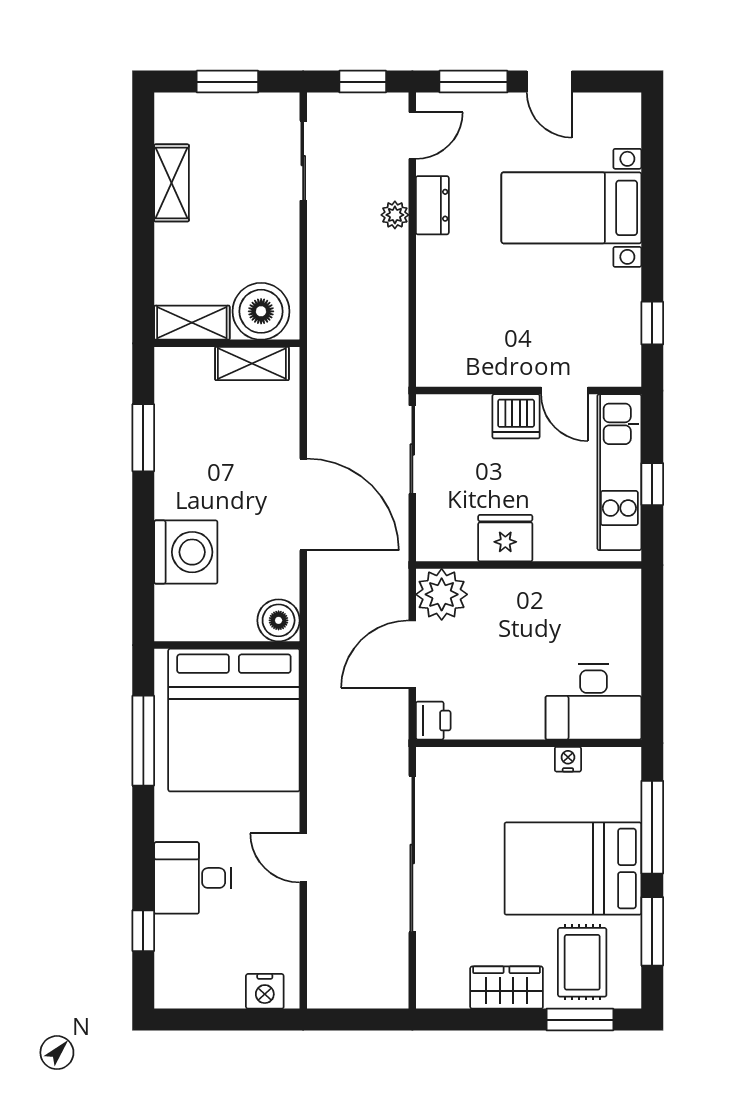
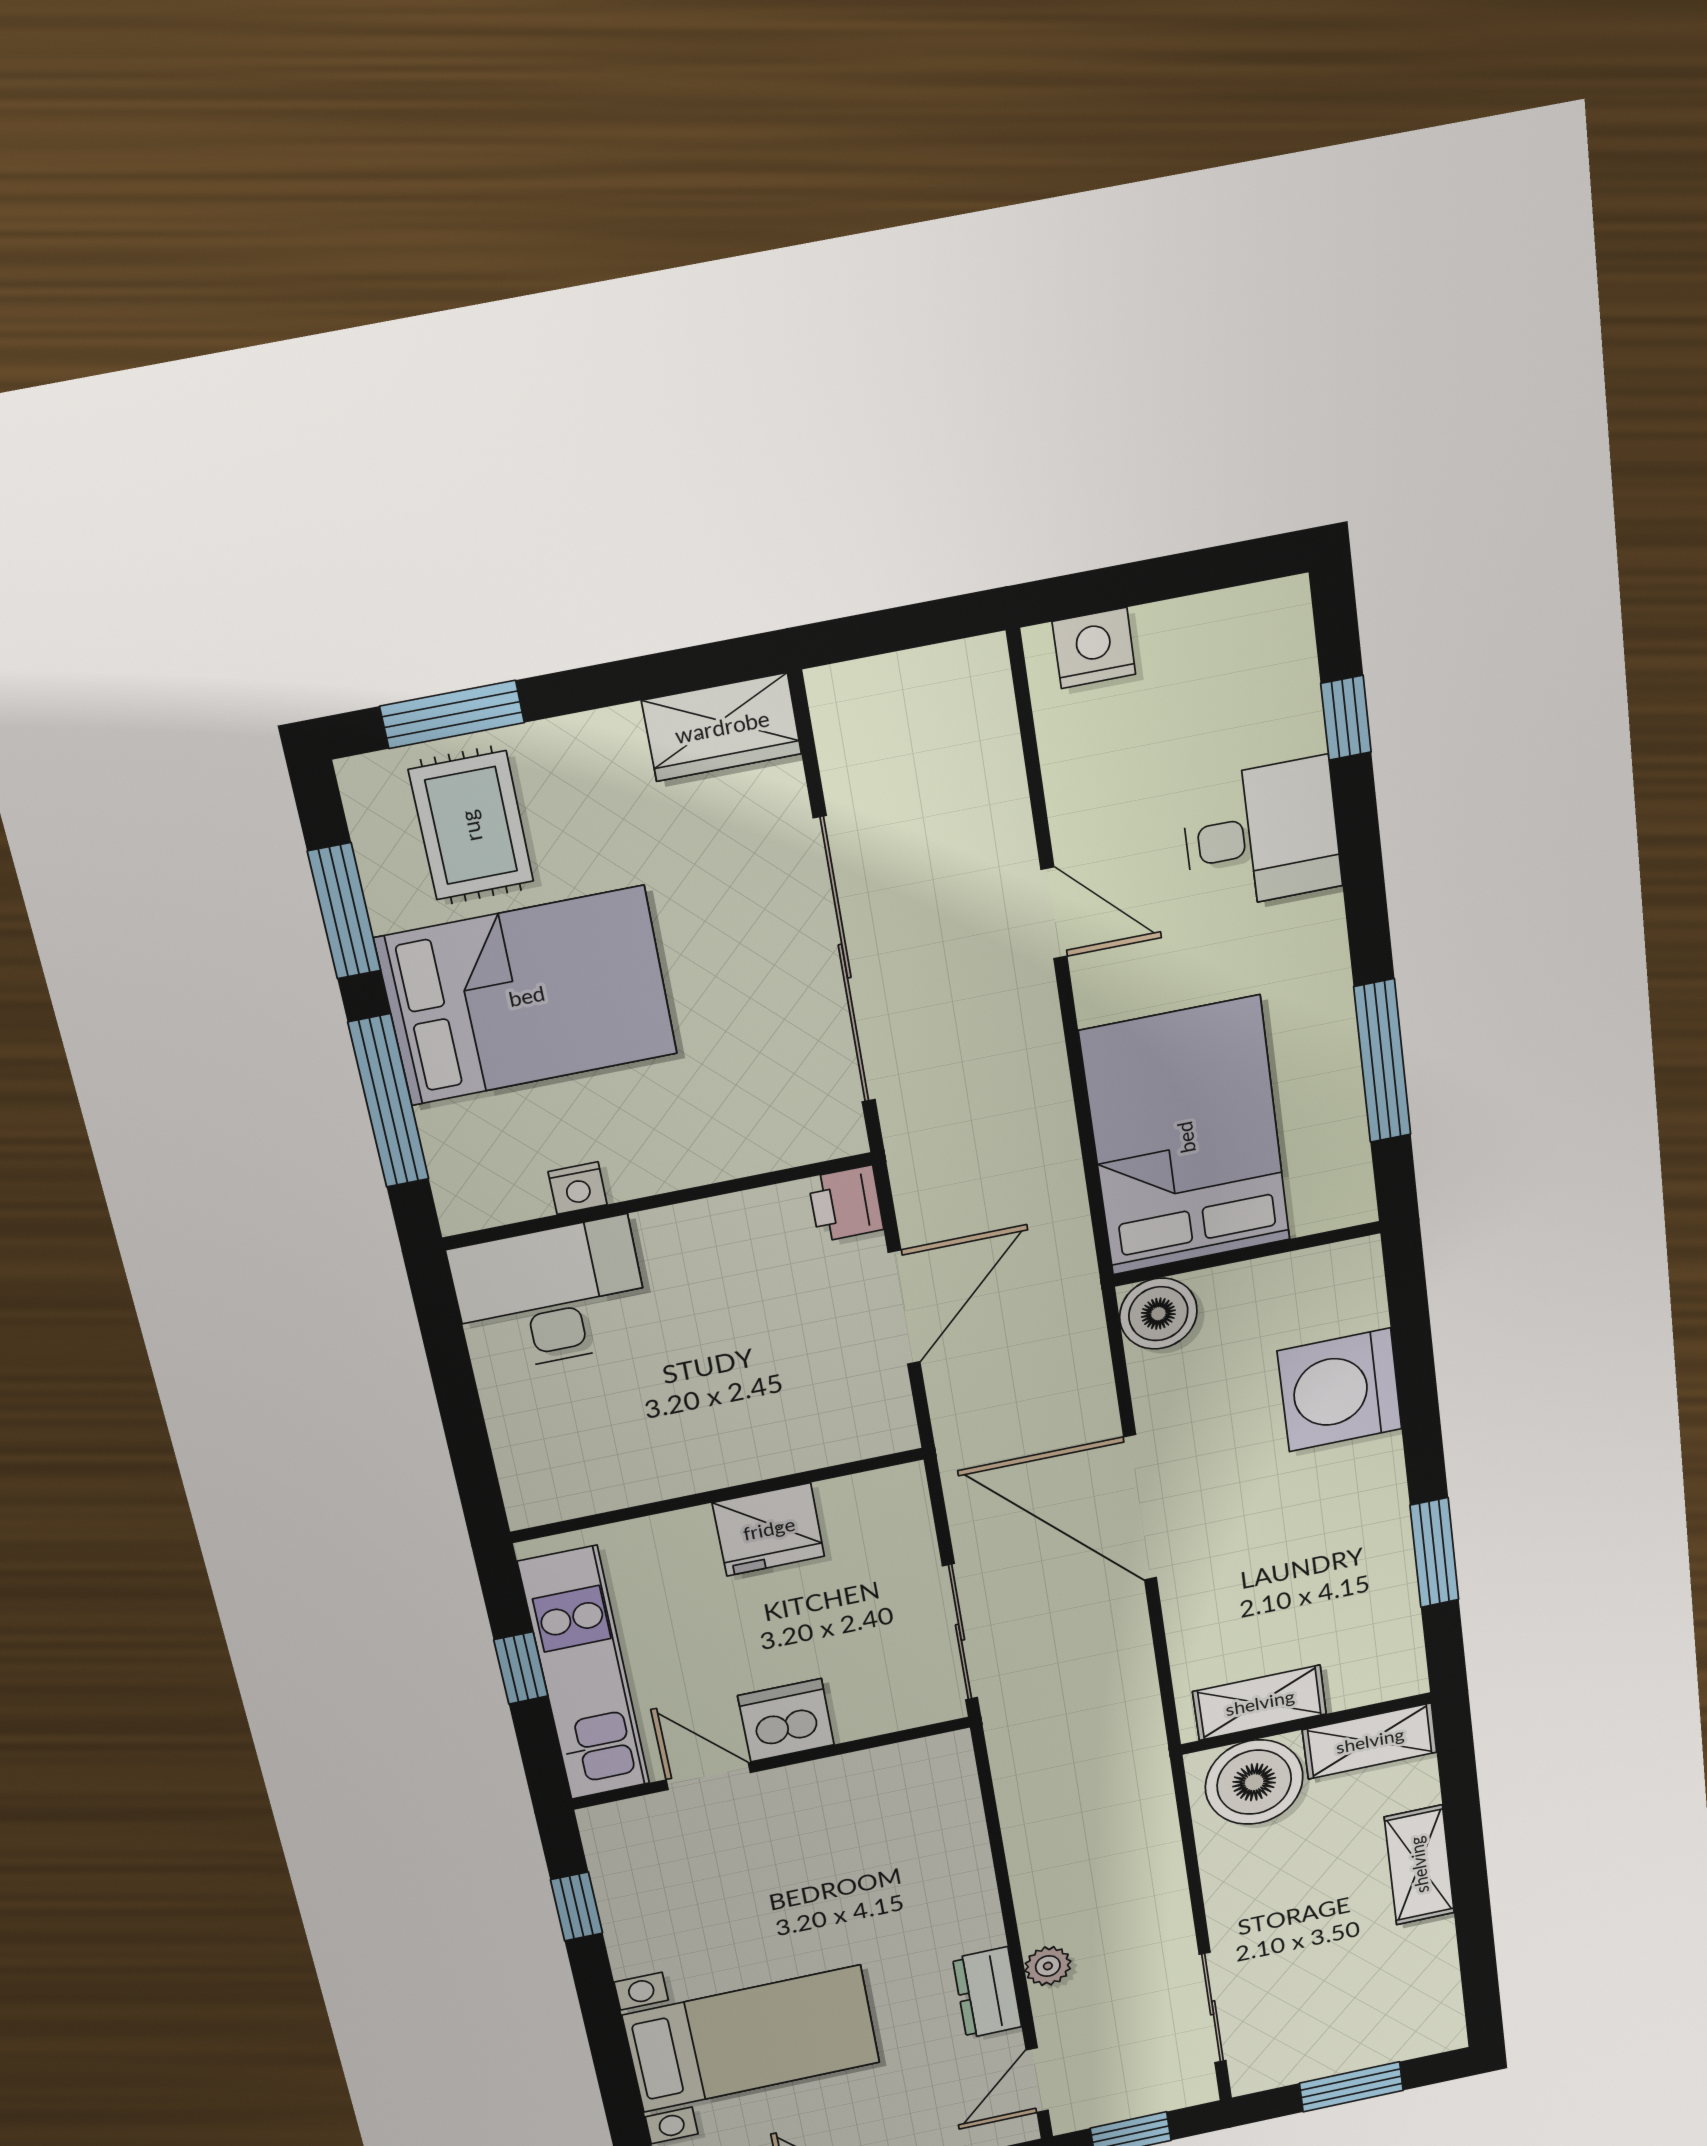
shelving: (171, 183) -> (1419, 1865), moved
plant: (442, 594) -> (867, 1416), removed
bed: (234, 720) -> (1186, 1137), width x0.73
wardrobe: (507, 988) -> (722, 727), moved

